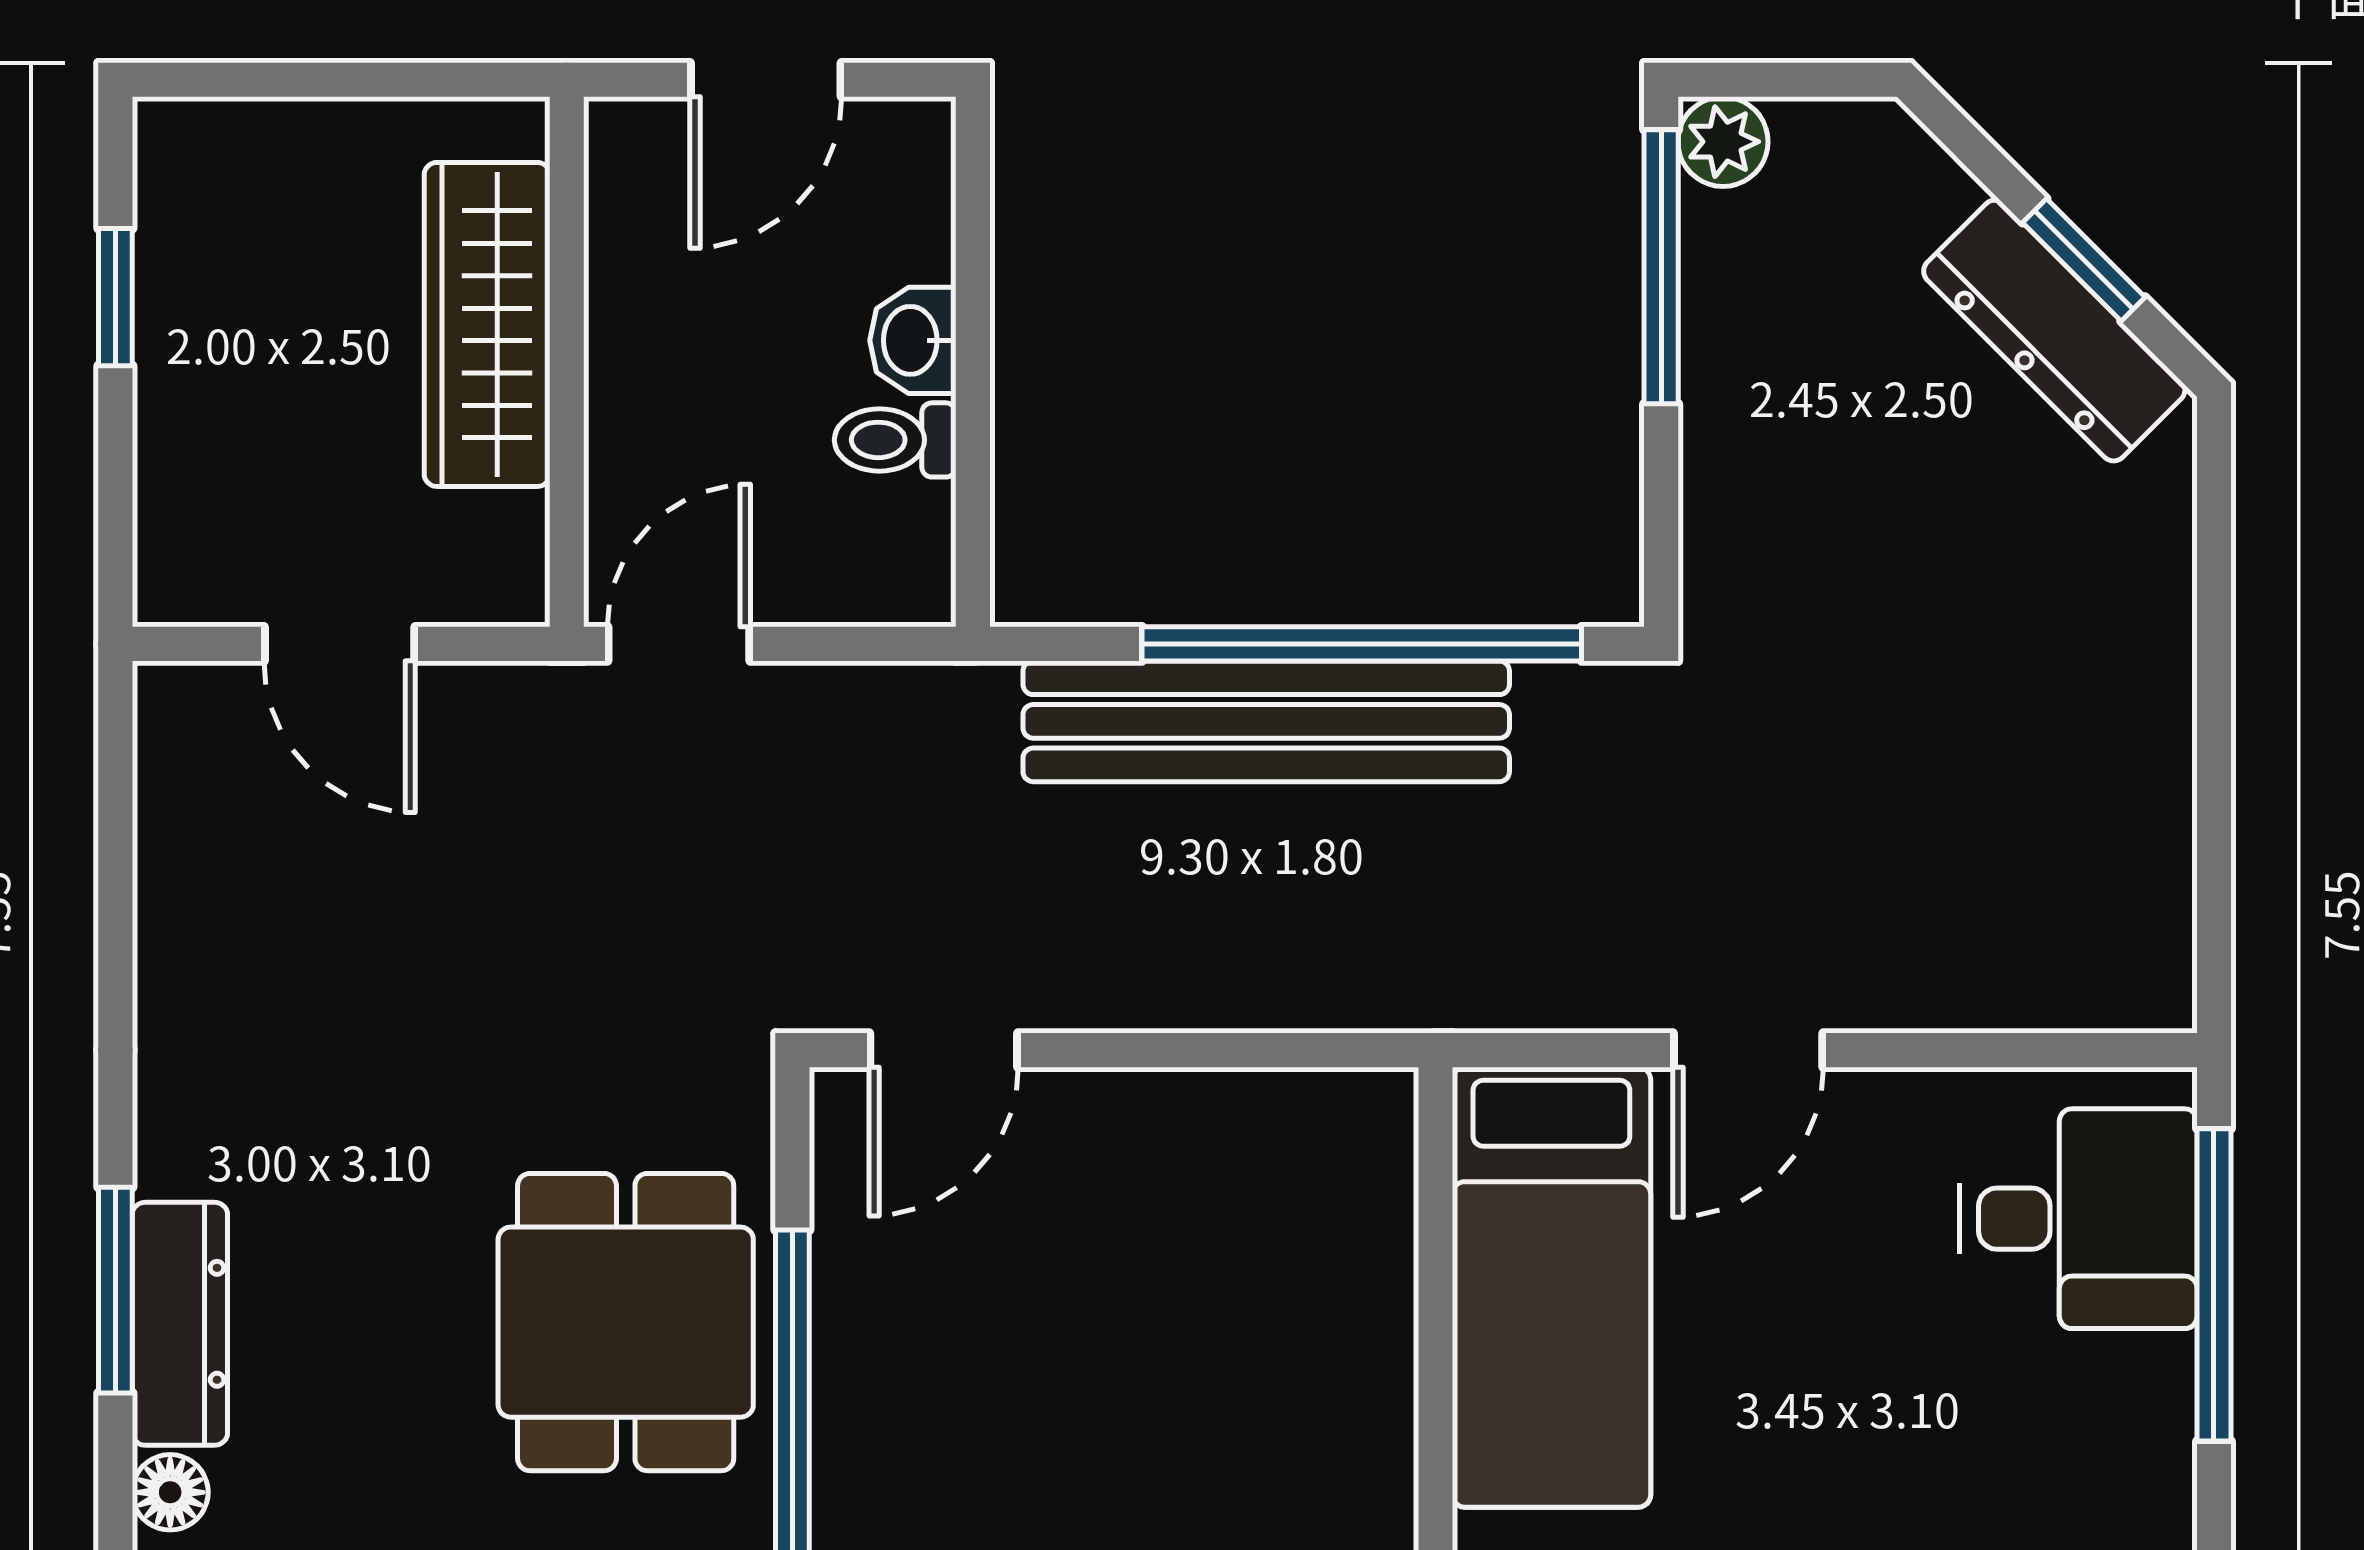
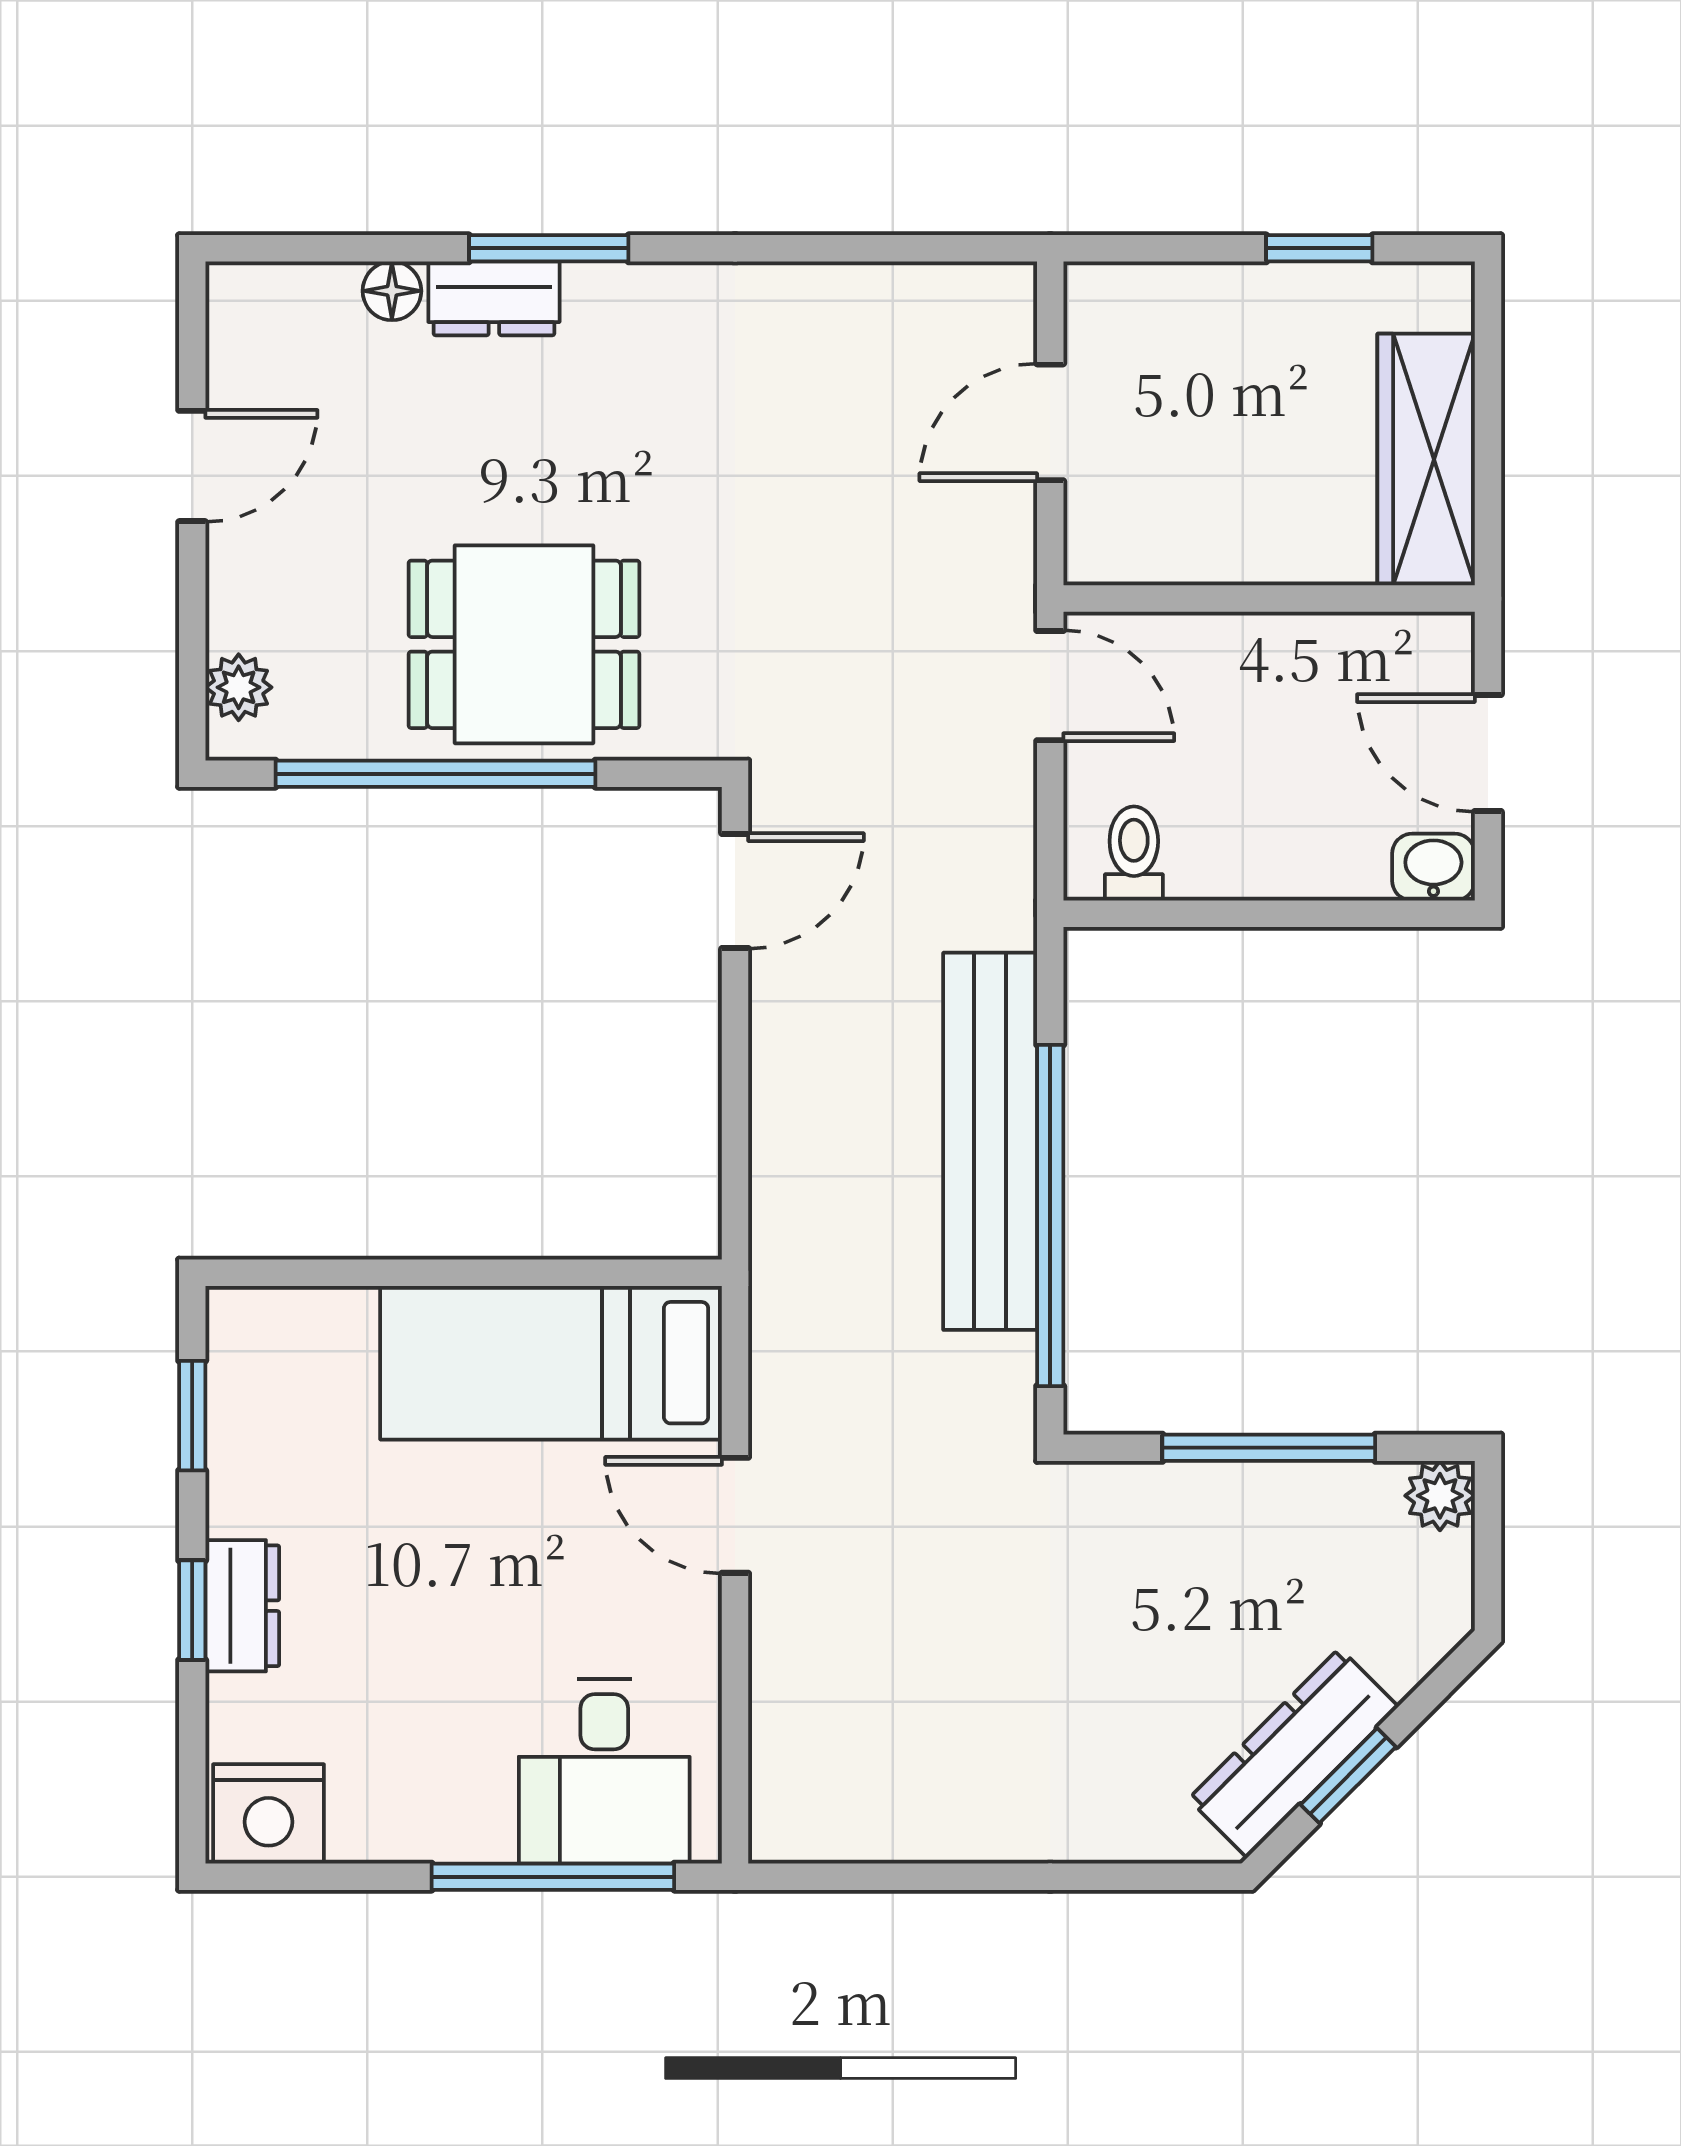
window: (1661, 267) -> (1269, 1448), moved
wardrobe: (487, 324) -> (1426, 460), moved, turned -90
washbasin: (913, 340) -> (1433, 867), moved
toilet: (895, 440) -> (1134, 853), moved
door: (944, 1050) -> (735, 891), swing flipped
dresser: (180, 1324) -> (494, 298), width x0.70

